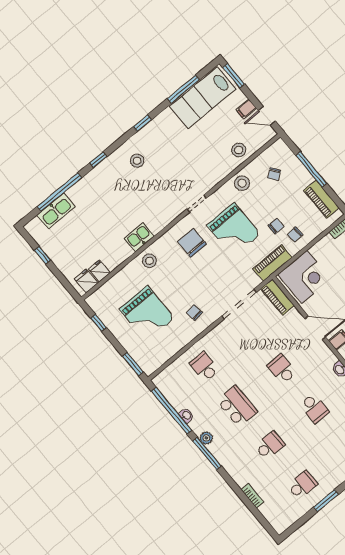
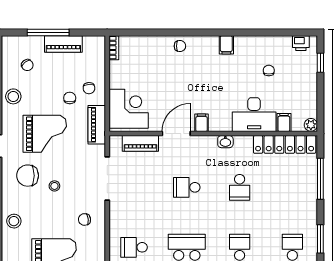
piano: (321, 199) -> (63, 44), moved
stool: (201, 269) -> (54, 186), added
piano: (277, 297) -> (140, 143), moved
school desk: (314, 408) -> (240, 187), turned 90

